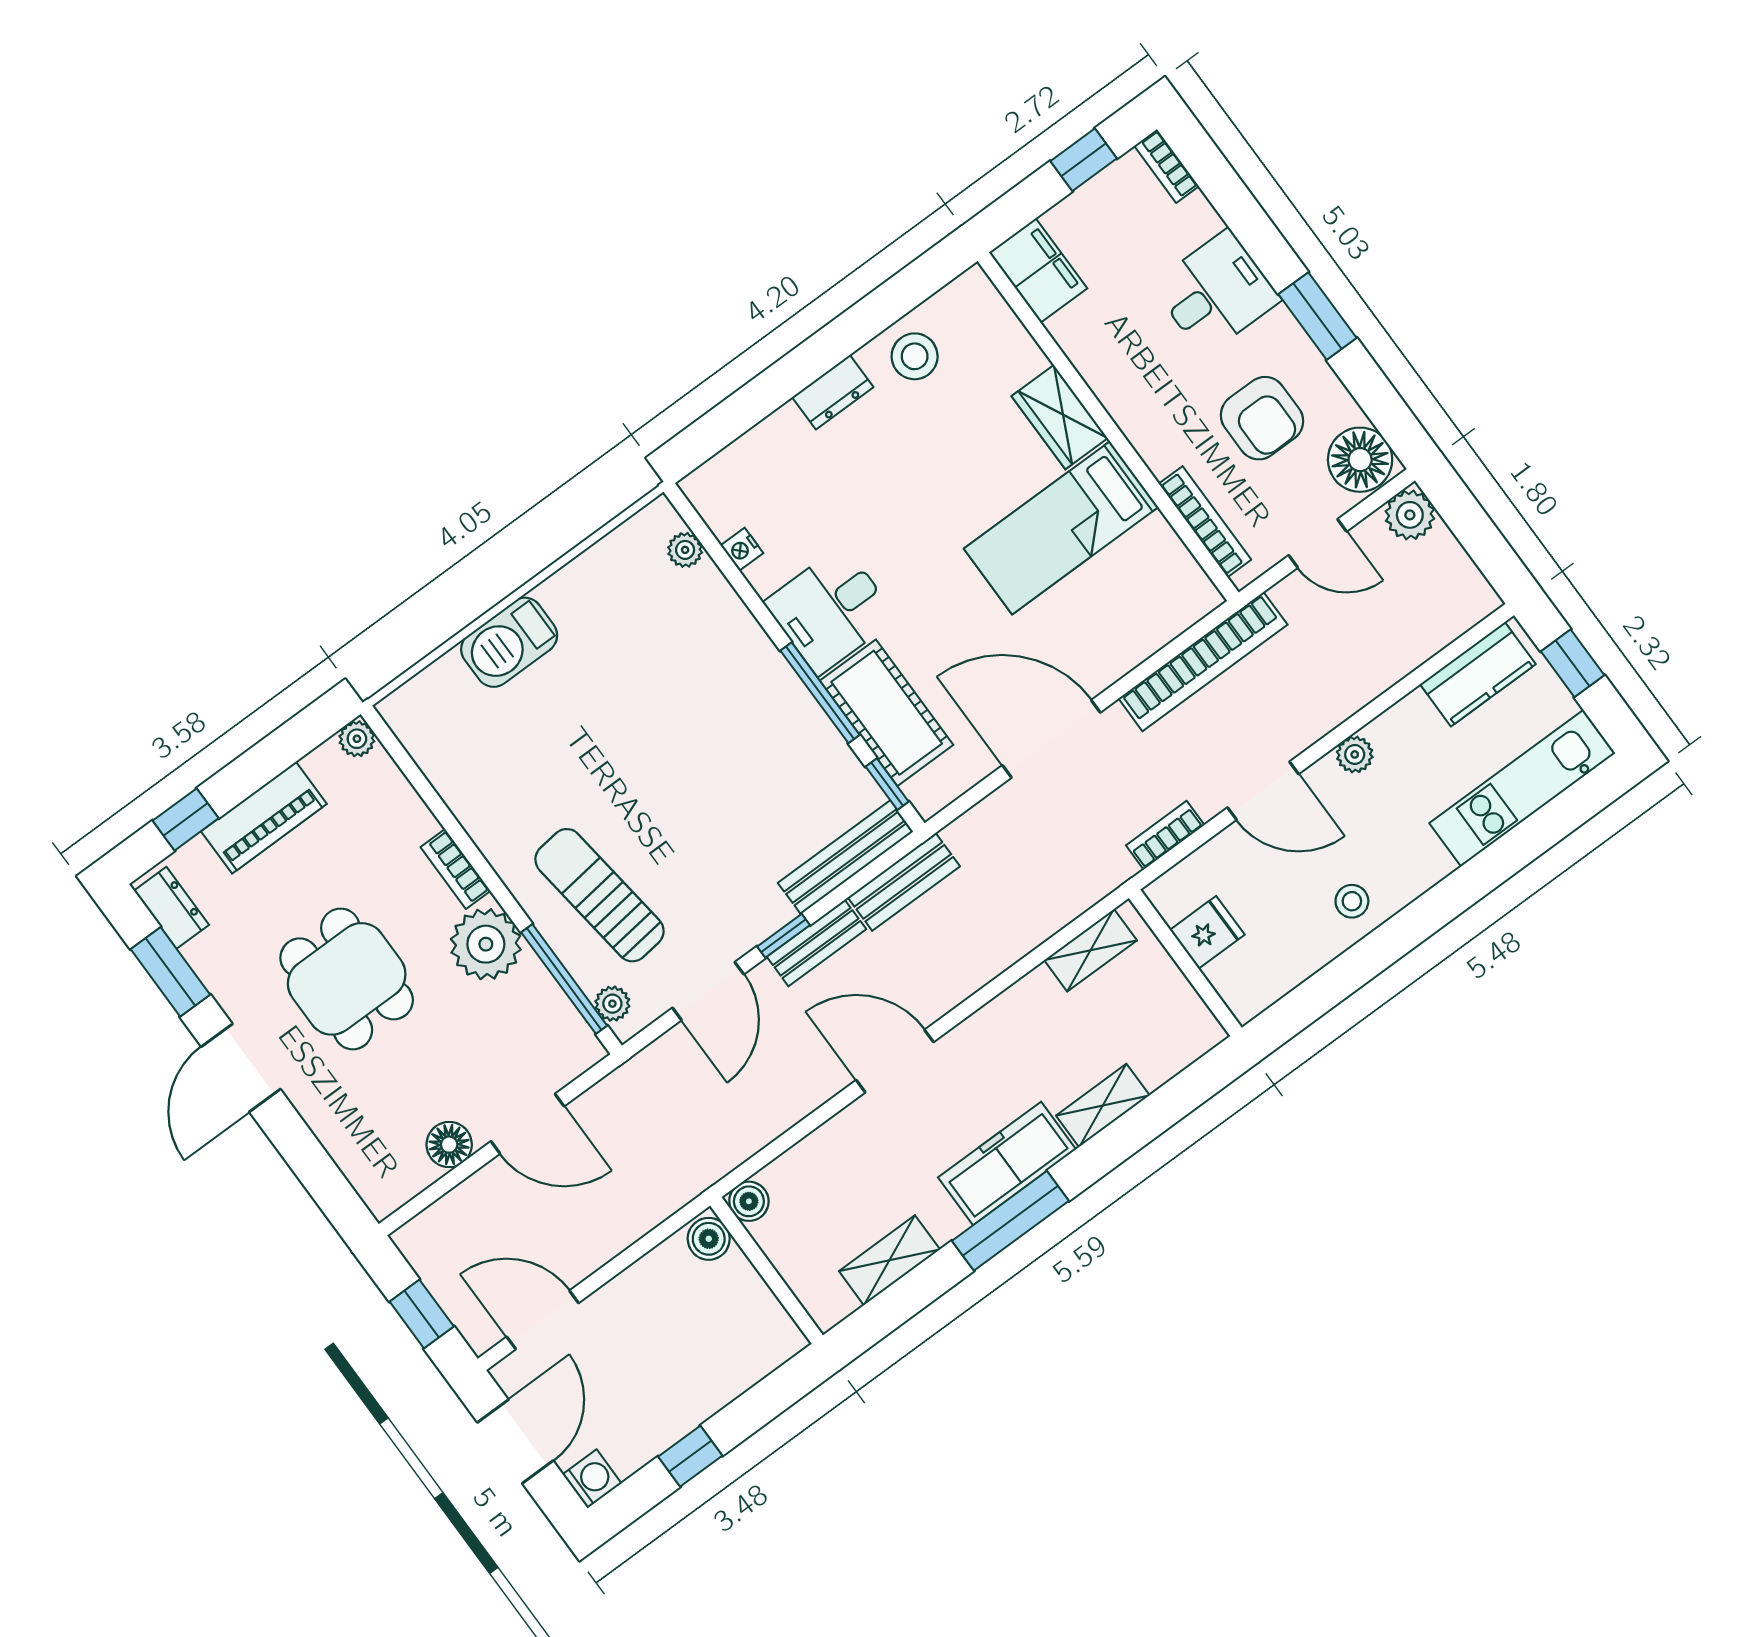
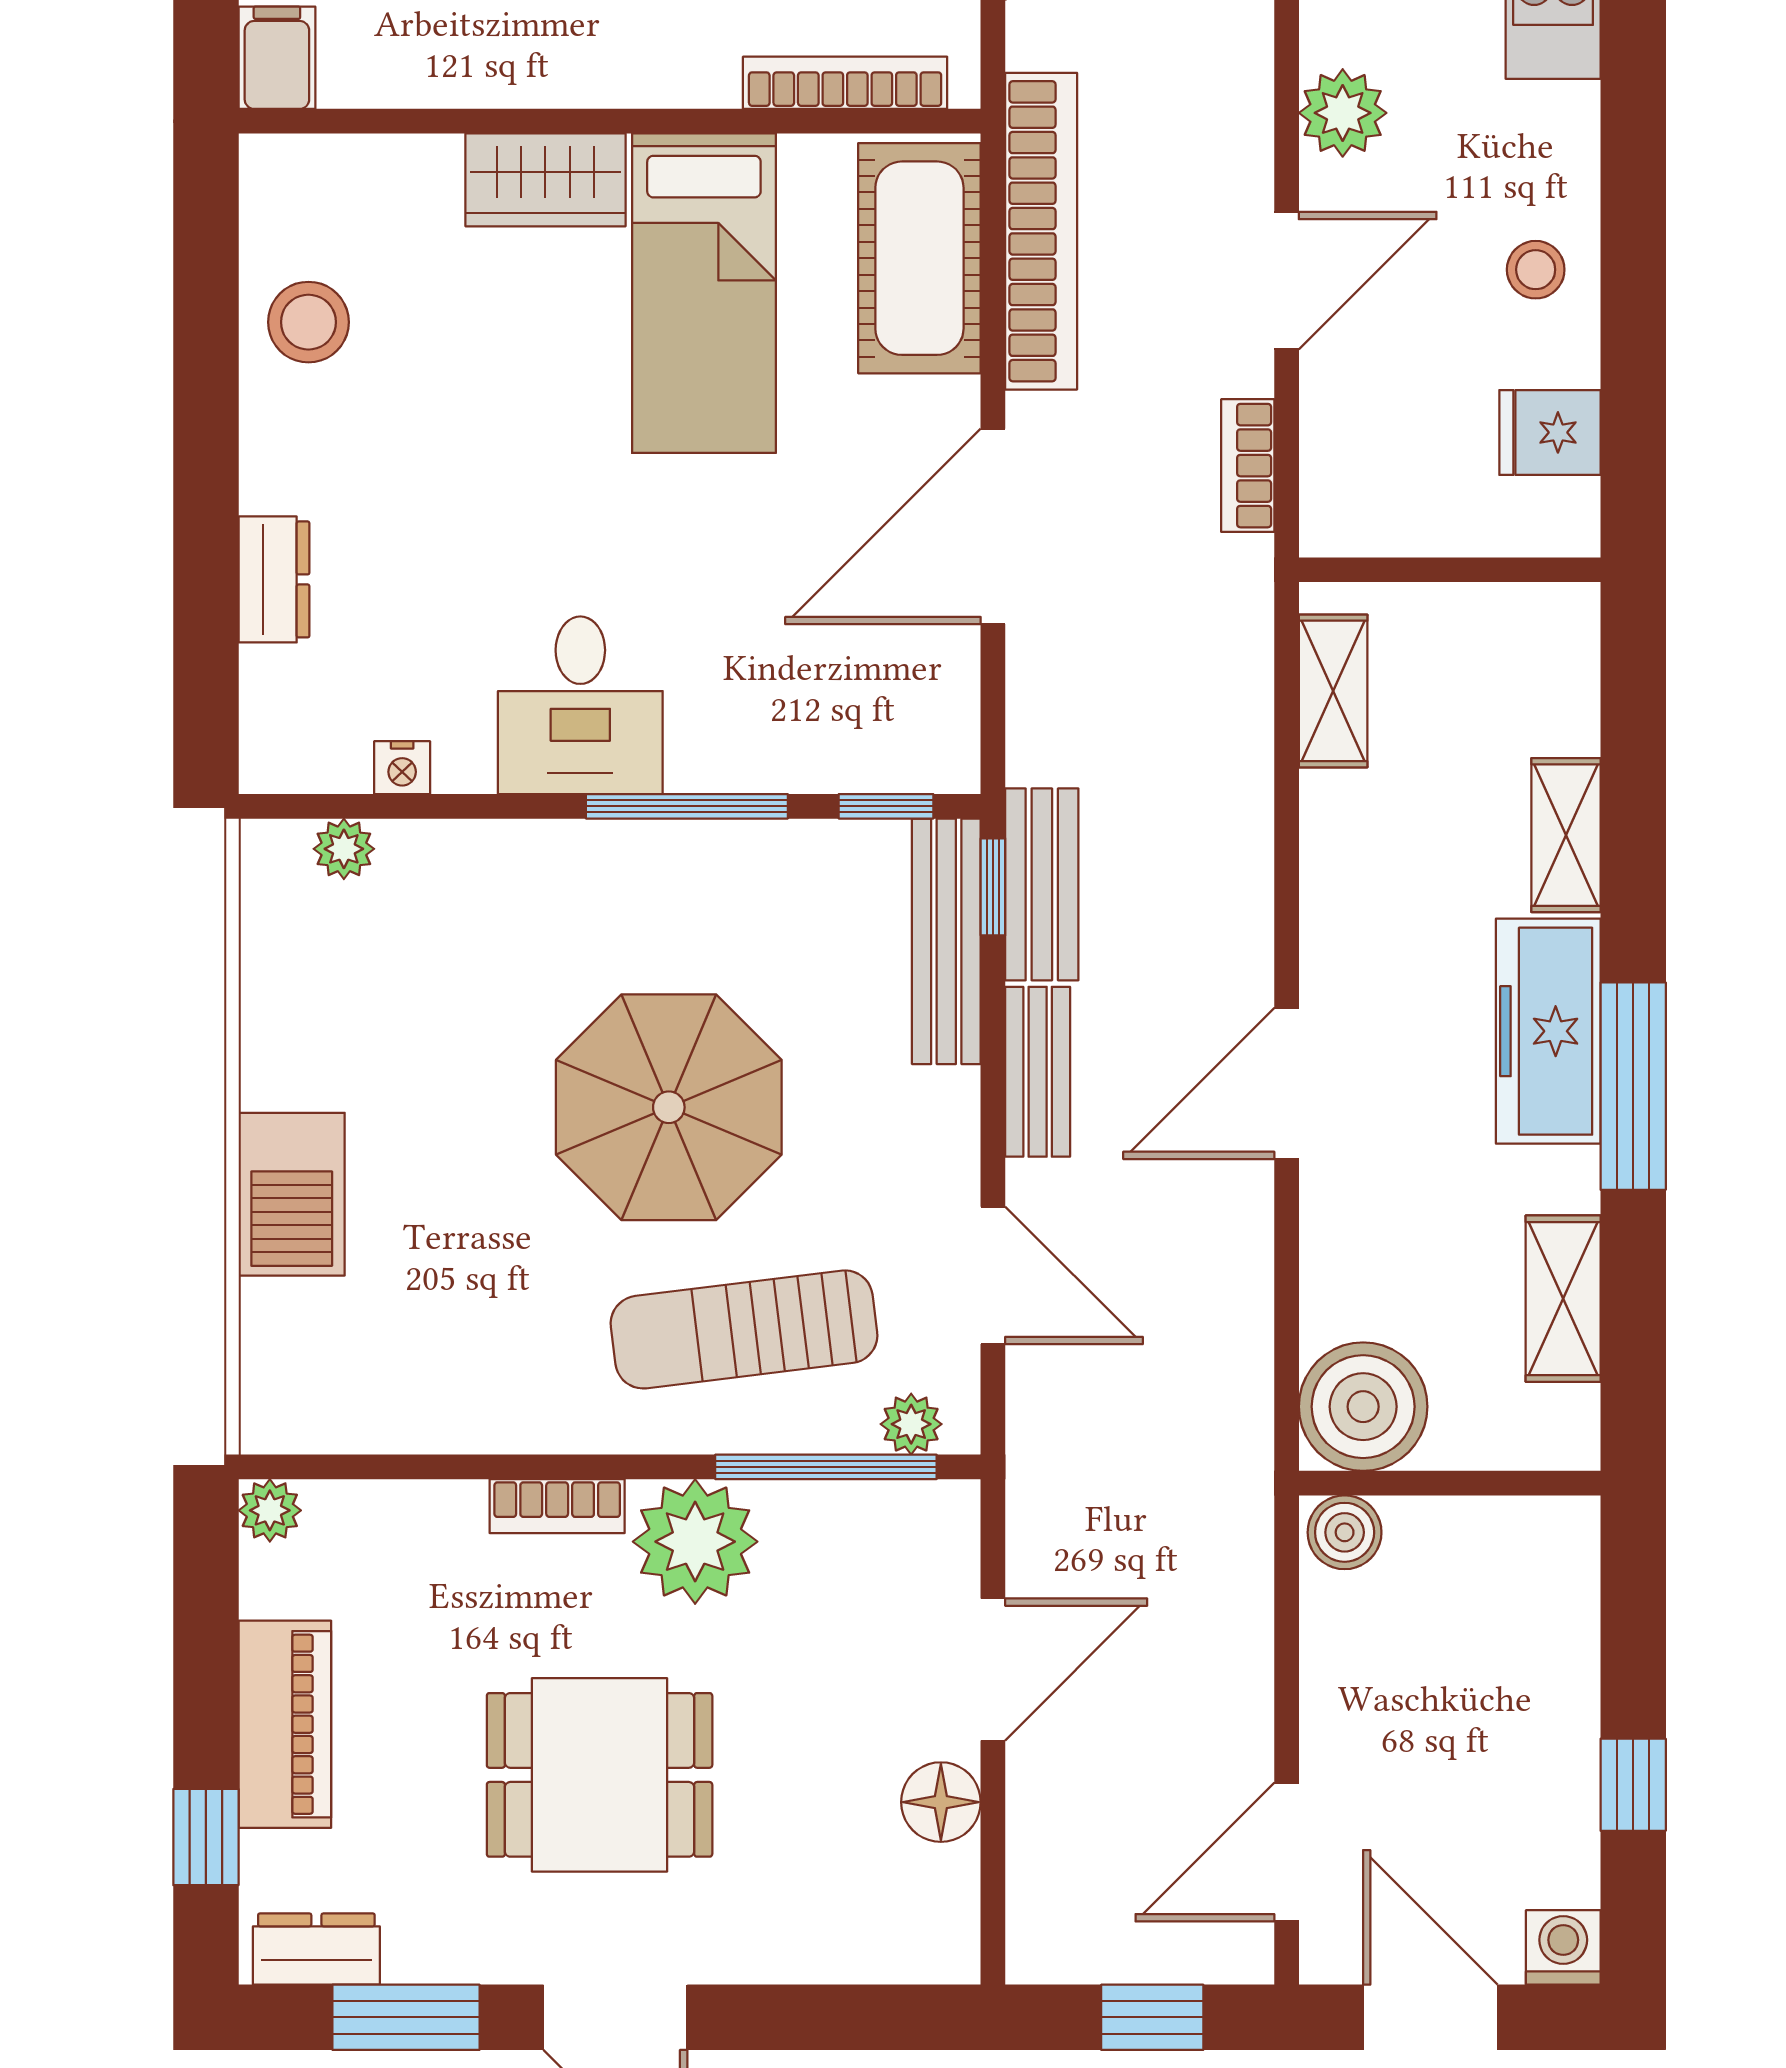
filing cabinet: (1038, 270) -> (277, 58), width x0.50
dresser: (833, 392) -> (274, 579), moved
cot: (887, 713) -> (919, 258), moved, turned 90
plant: (1355, 754) -> (1343, 113), width x1.38, depth x1.38
parasol: (676, 786) -> (669, 1107), added
fridge: (1207, 932) -> (1550, 432), moved, turned -90
window: (783, 936) -> (993, 887), moved
boiler: (749, 1201) -> (1363, 1407), width x1.86, depth x1.86

